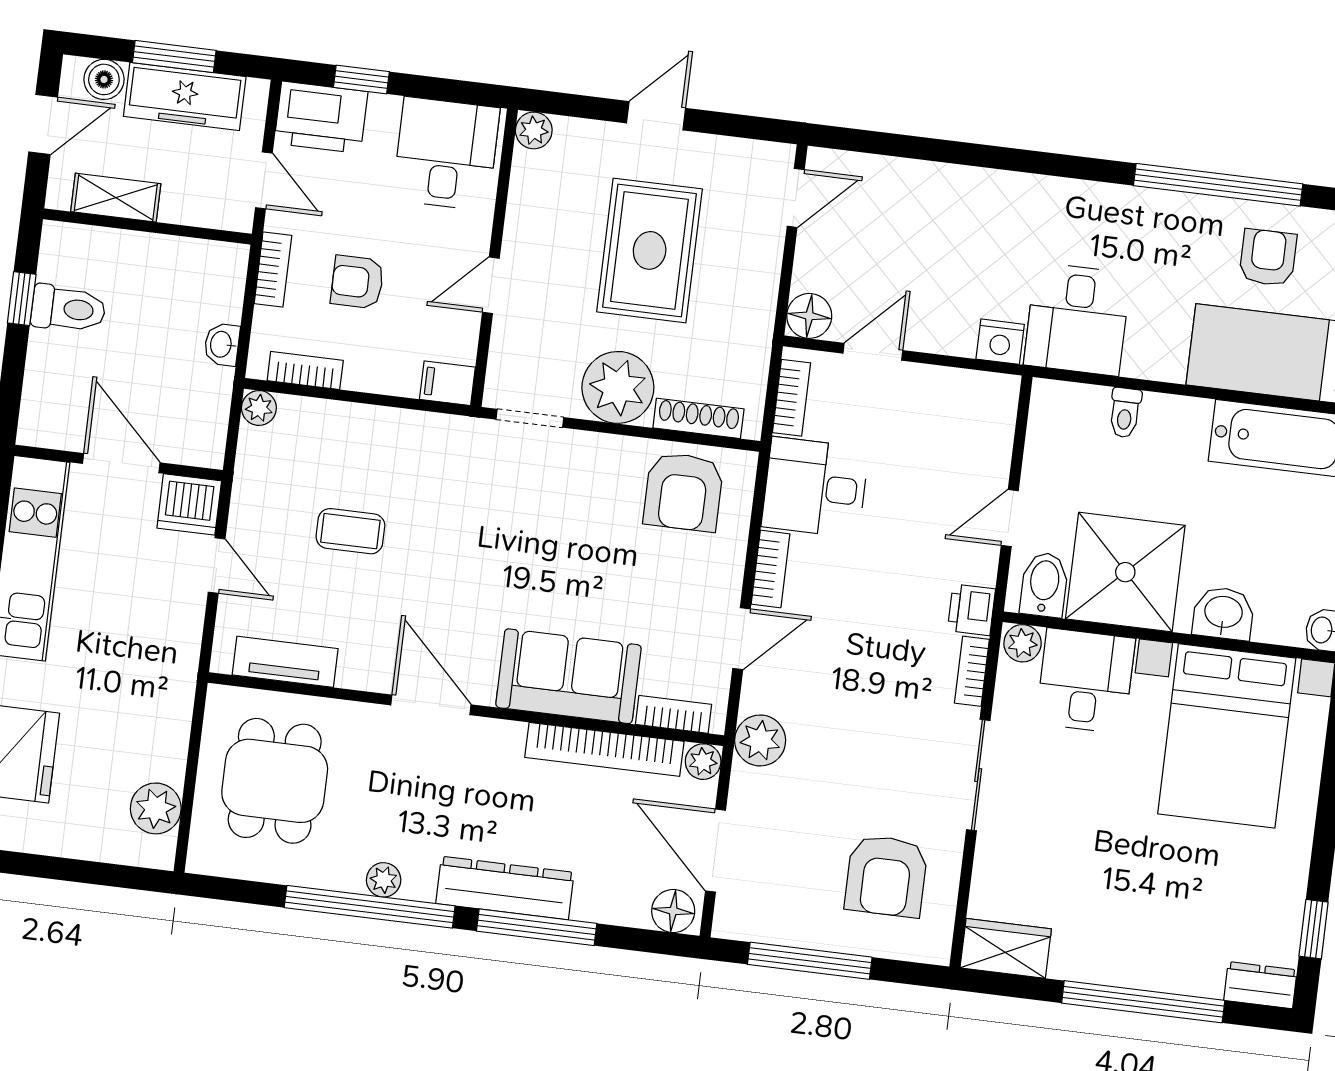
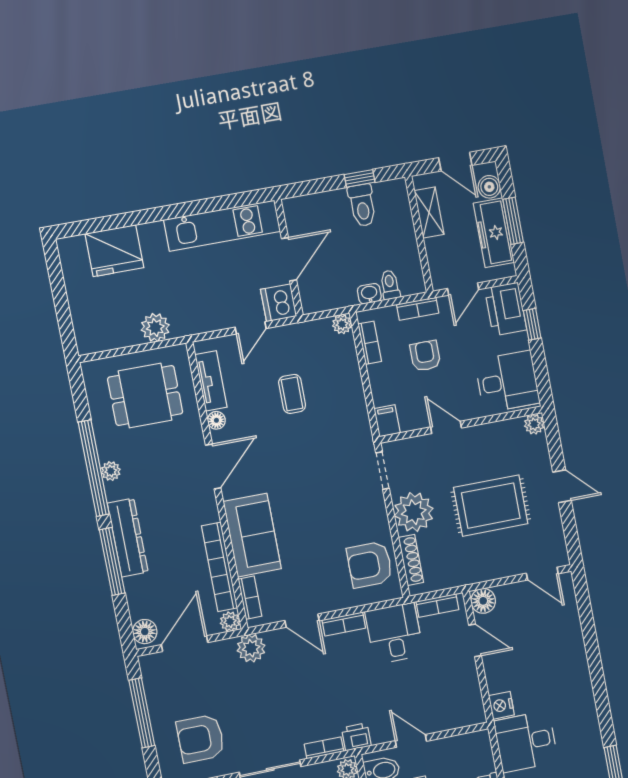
toilet: (218, 304) -> (390, 285), added
floor lamp: (354, 674) -> (216, 420), added
plant: (156, 808) -> (155, 327), moved

